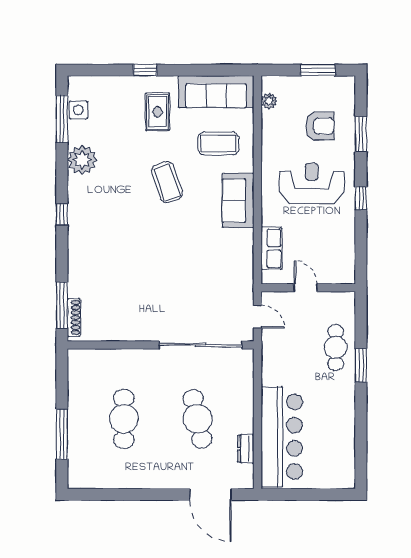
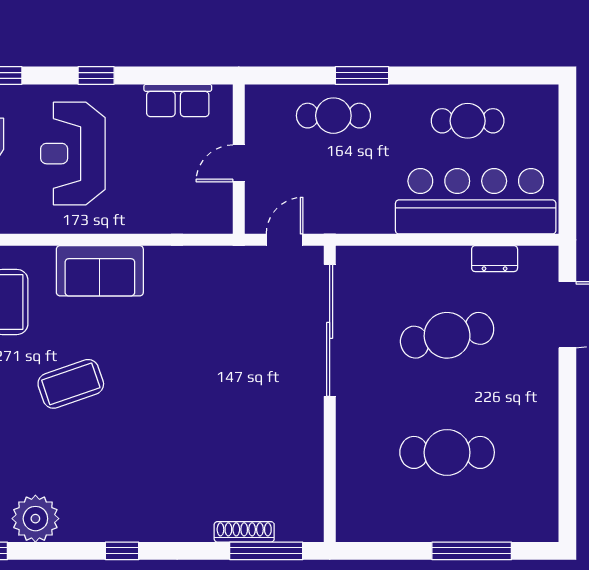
row of seats: (271, 248) -> (178, 100), moved, turned 180
shoe rack: (74, 318) -> (244, 532), moved
cafe table: (332, 432) -> (468, 121), added

